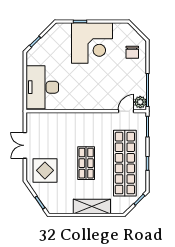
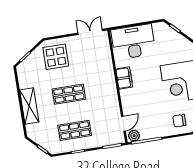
filing cabinet: (79, 103) -> (124, 78), added
door: (126, 111) -> (123, 124), hinge flipped
double door: (25, 145) -> (90, 32), moved
shop shelf: (125, 163) -> (75, 130), width x0.50, depth x0.74

